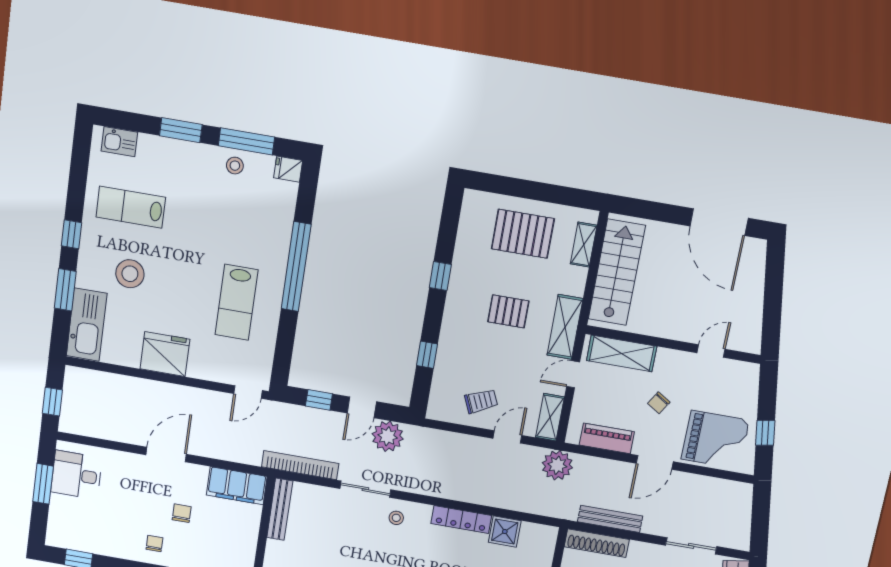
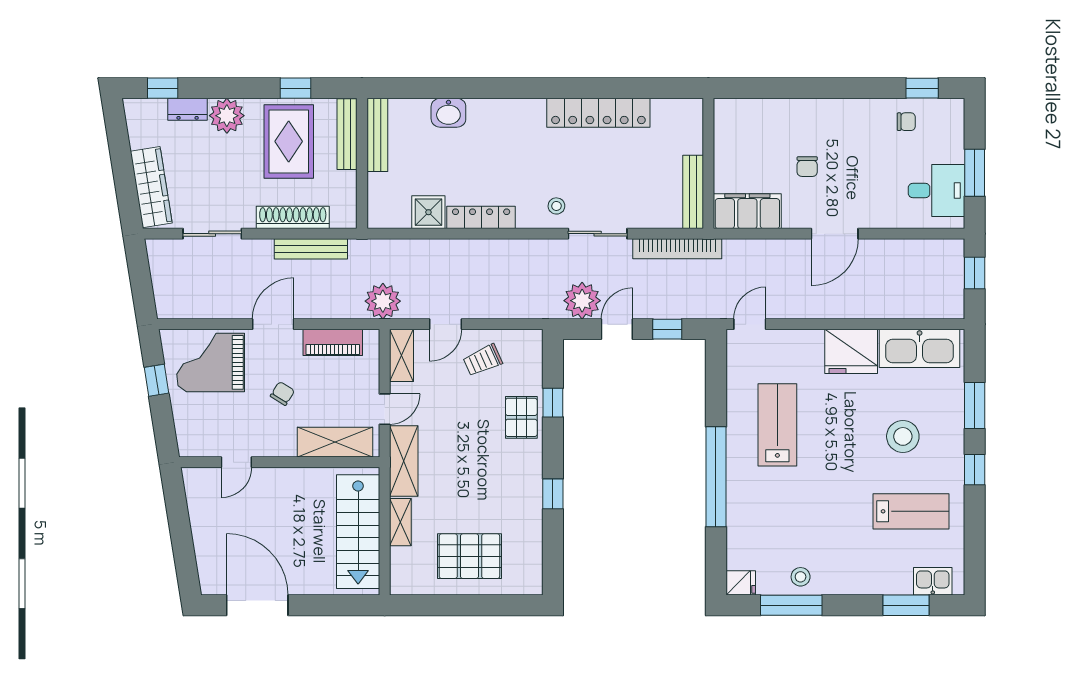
window: (181, 130) -> (906, 605), moved
shelving: (584, 245) -> (400, 522), moved
pallet: (508, 311) -> (521, 417), moved, turned 90
kitchen sink: (87, 325) -> (920, 348), moved, turned -90
shoe rack: (597, 543) -> (293, 217), moved
chair: (154, 544) -> (906, 122), moved, turned -90

